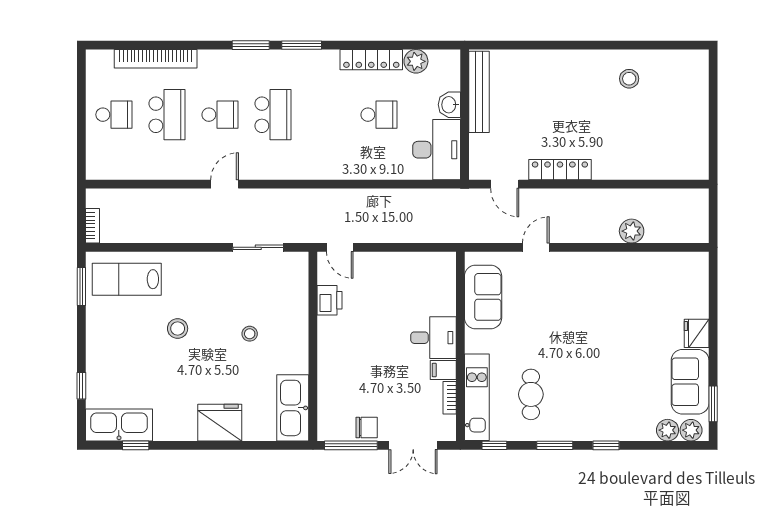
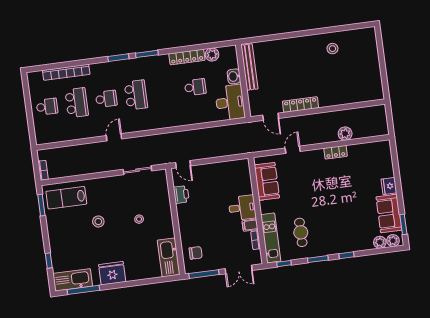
locker: (610, 262) -> (336, 152), added
fridge: (220, 423) -> (112, 273), moved
chair: (367, 428) -> (196, 253), moved
window: (136, 445) -> (83, 290), width x2.17

